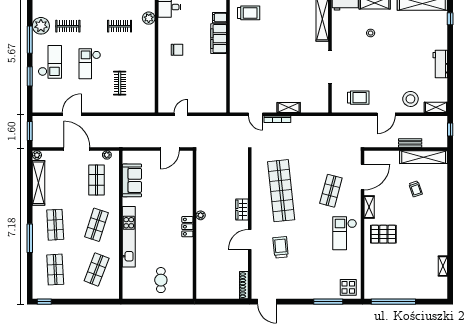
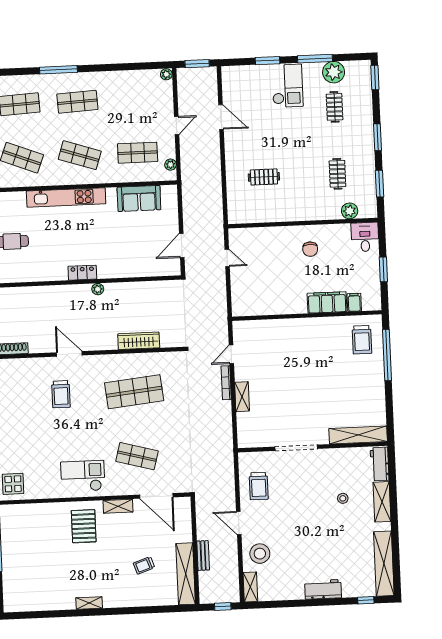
checkout: (50, 62) -> (287, 86), turned -90
checkout: (90, 64) -> (287, 137), removed
workbench: (440, 64) -> (323, 589), moved
door: (77, 149) -> (177, 126), width x0.53
door: (170, 149) -> (182, 245), hinge flipped
shelving: (39, 183) -> (131, 78), removed
shop shelf: (281, 191) -> (134, 392), width x0.71
wardrobe: (242, 210) -> (139, 341), moved, width x1.50
trolley: (281, 247) -> (61, 394), turned 95
shelving: (443, 266) -> (89, 603), moved

